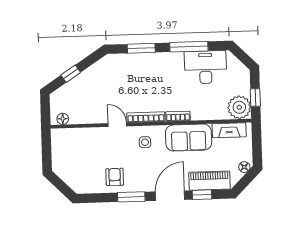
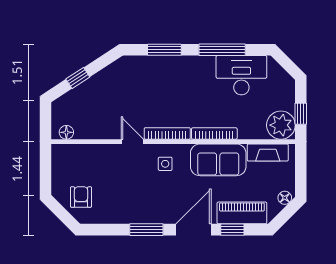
bookcase: (178, 116) -> (214, 133), width x1.56
armchair: (115, 177) -> (81, 197), moved

